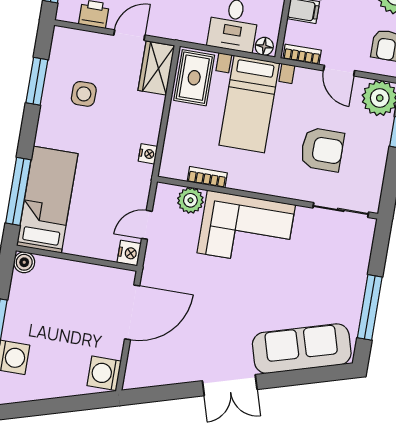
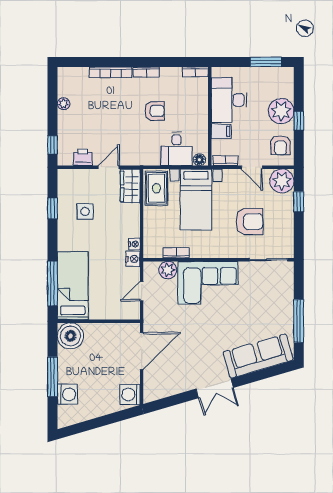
window: (37, 81) -> (53, 208), width x0.67
nightstand: (129, 253) -> (133, 259), moved
boiler: (24, 262) -> (70, 336), width x1.86, depth x1.86

